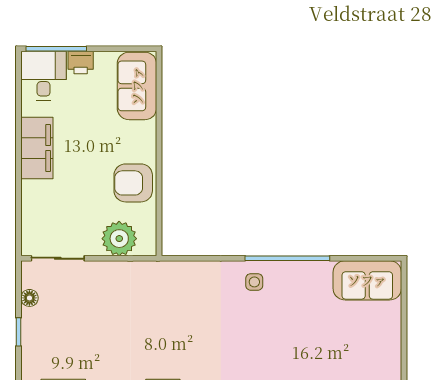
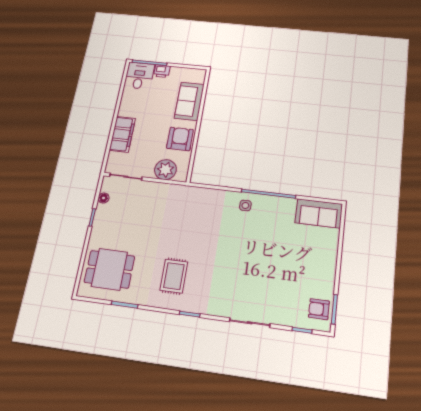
sofa: (137, 86) -> (189, 101), moved
filing cabinet: (37, 148) -> (122, 134), moved
armchair: (133, 183) -> (180, 139), turned 90

